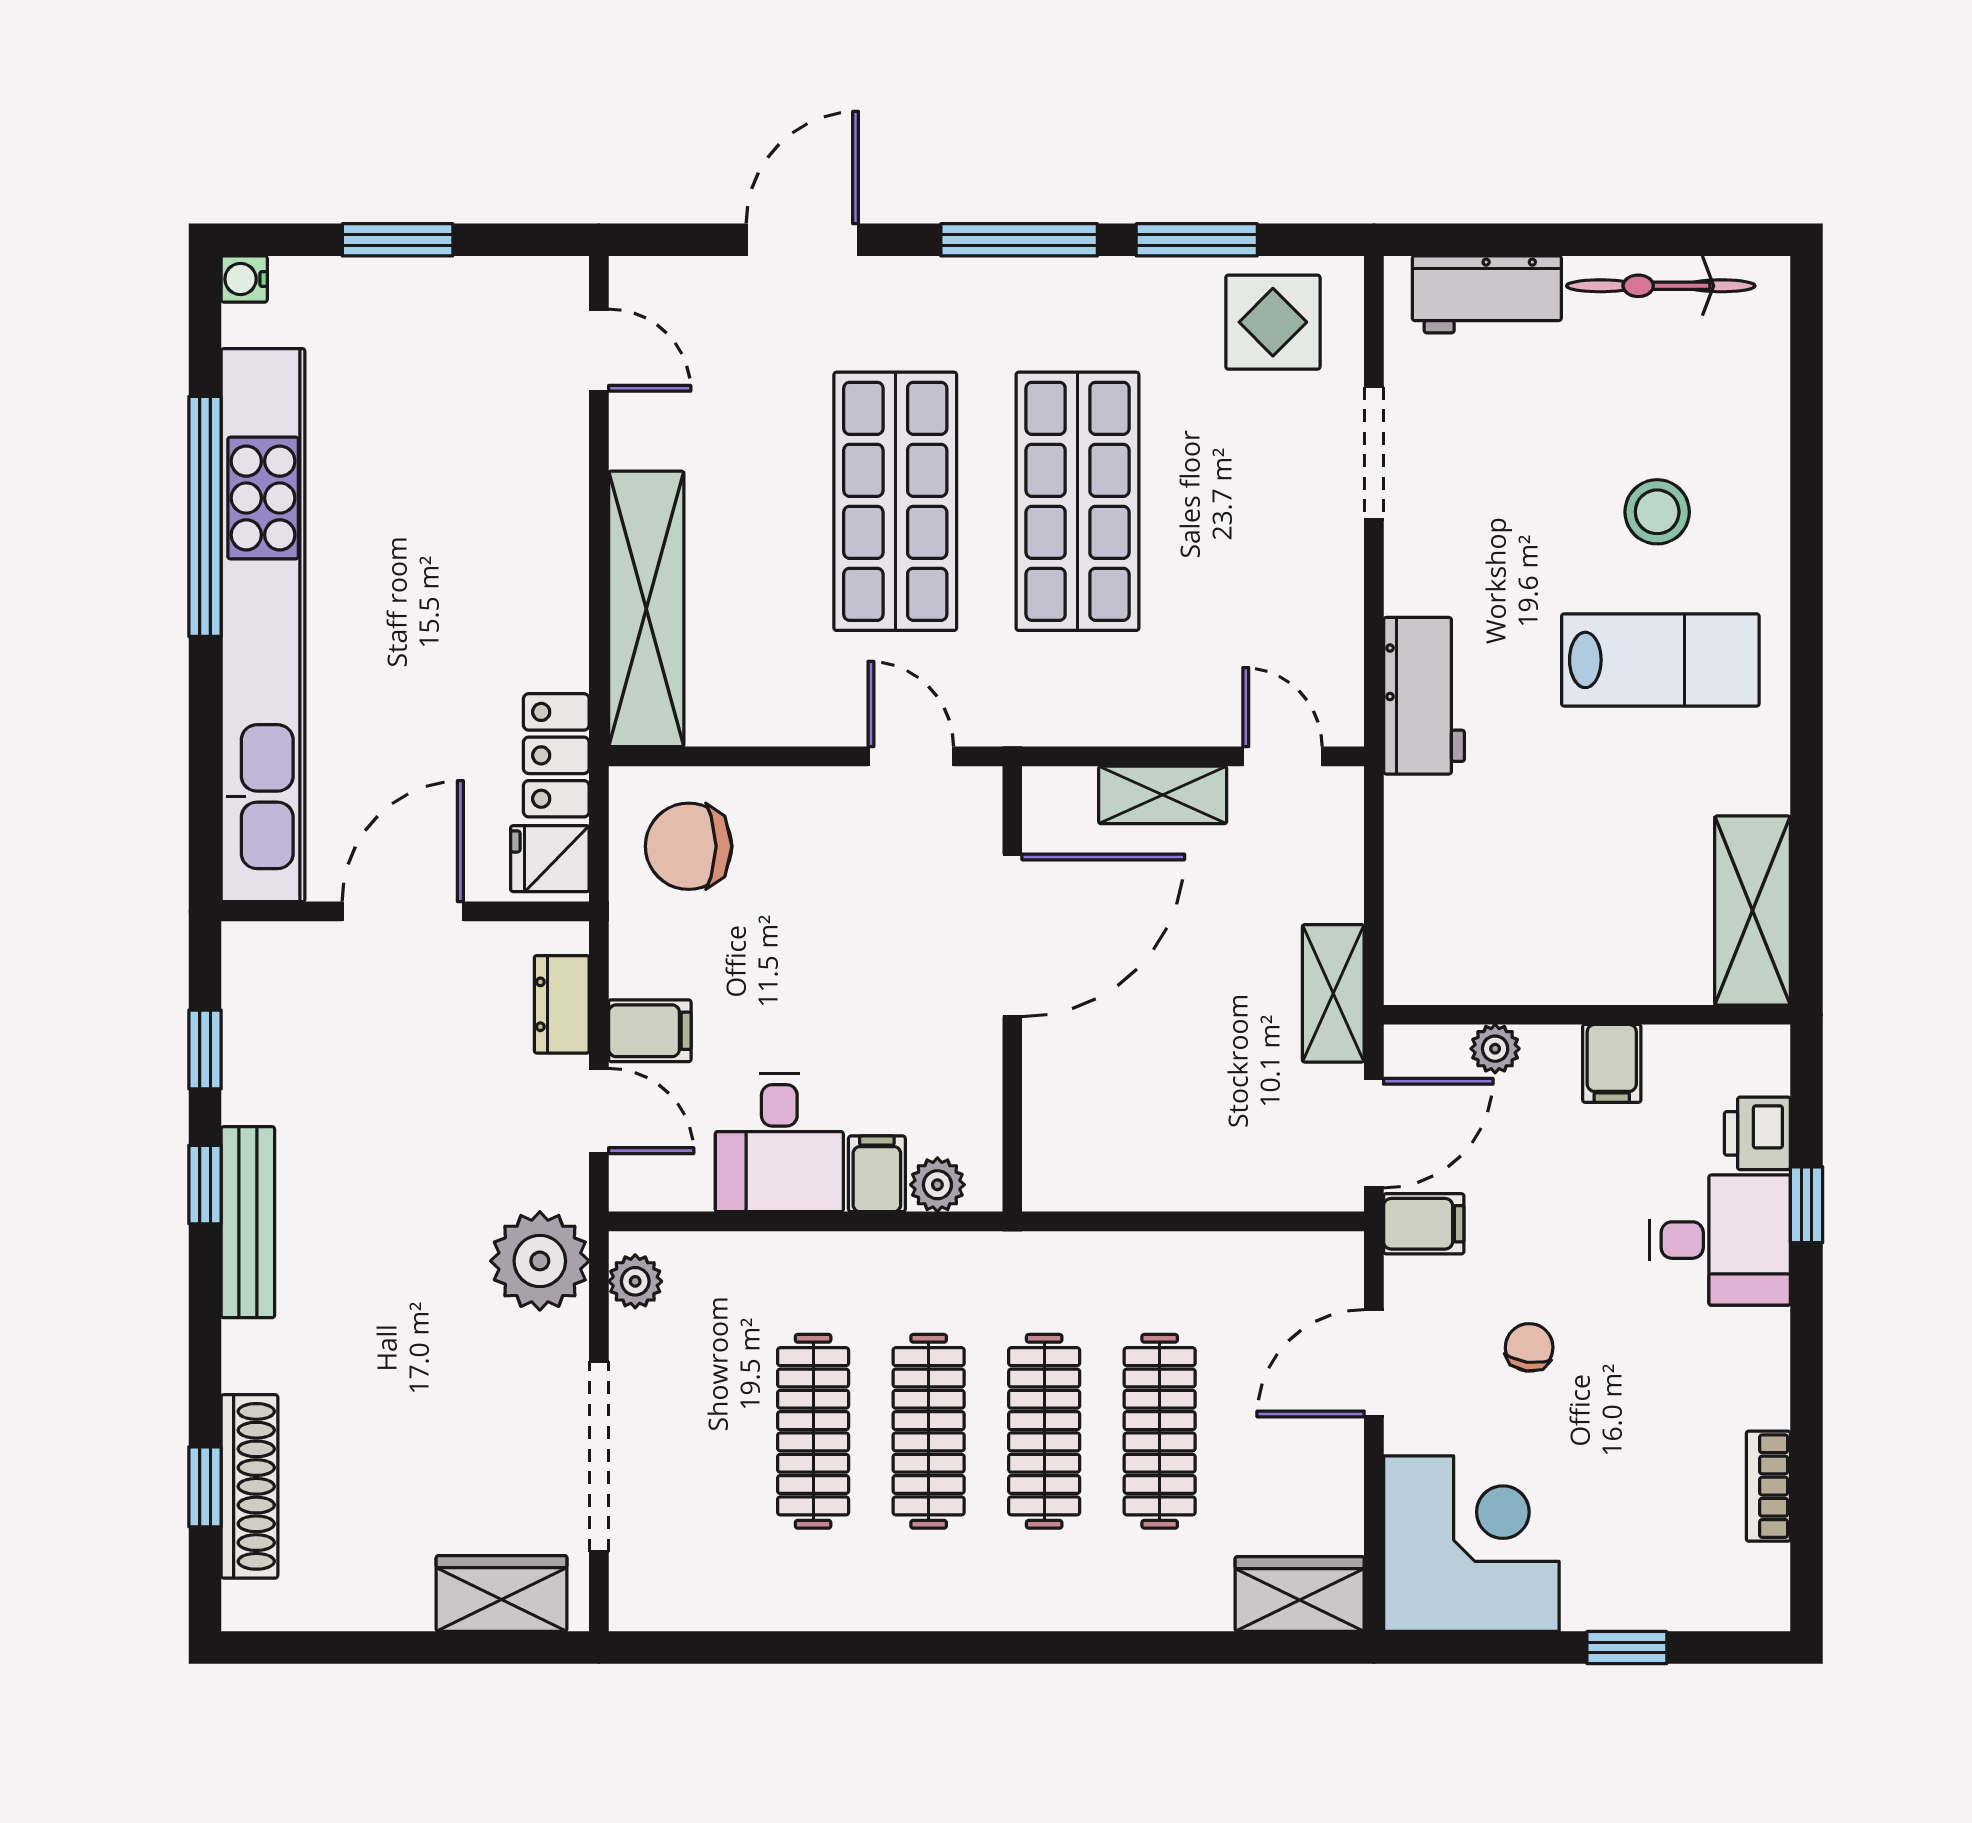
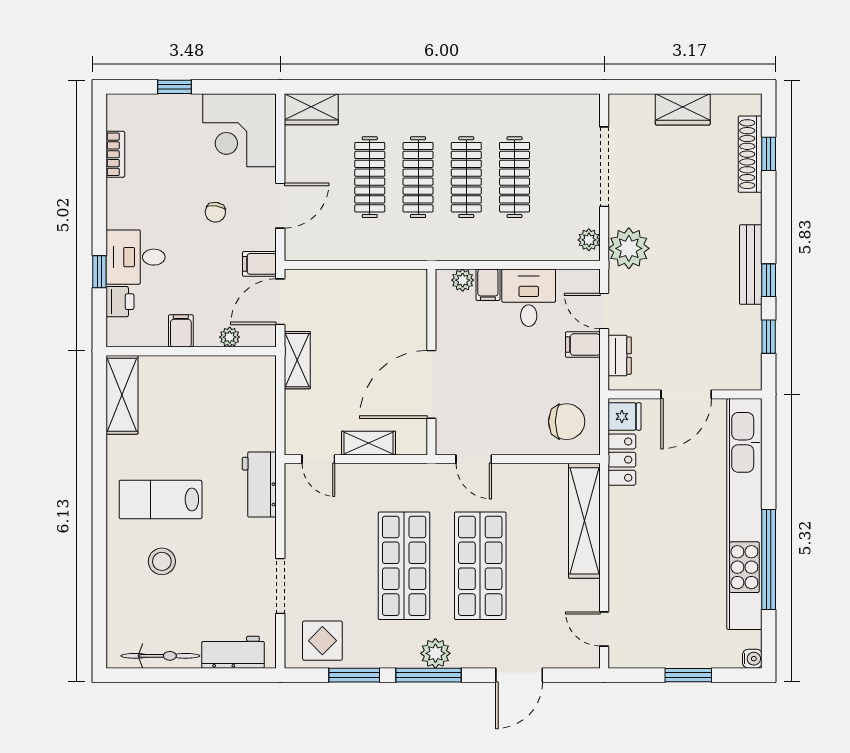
plant: (1002, 292) -> (435, 653), added
wardrobe: (502, 1594) -> (683, 109), moved

